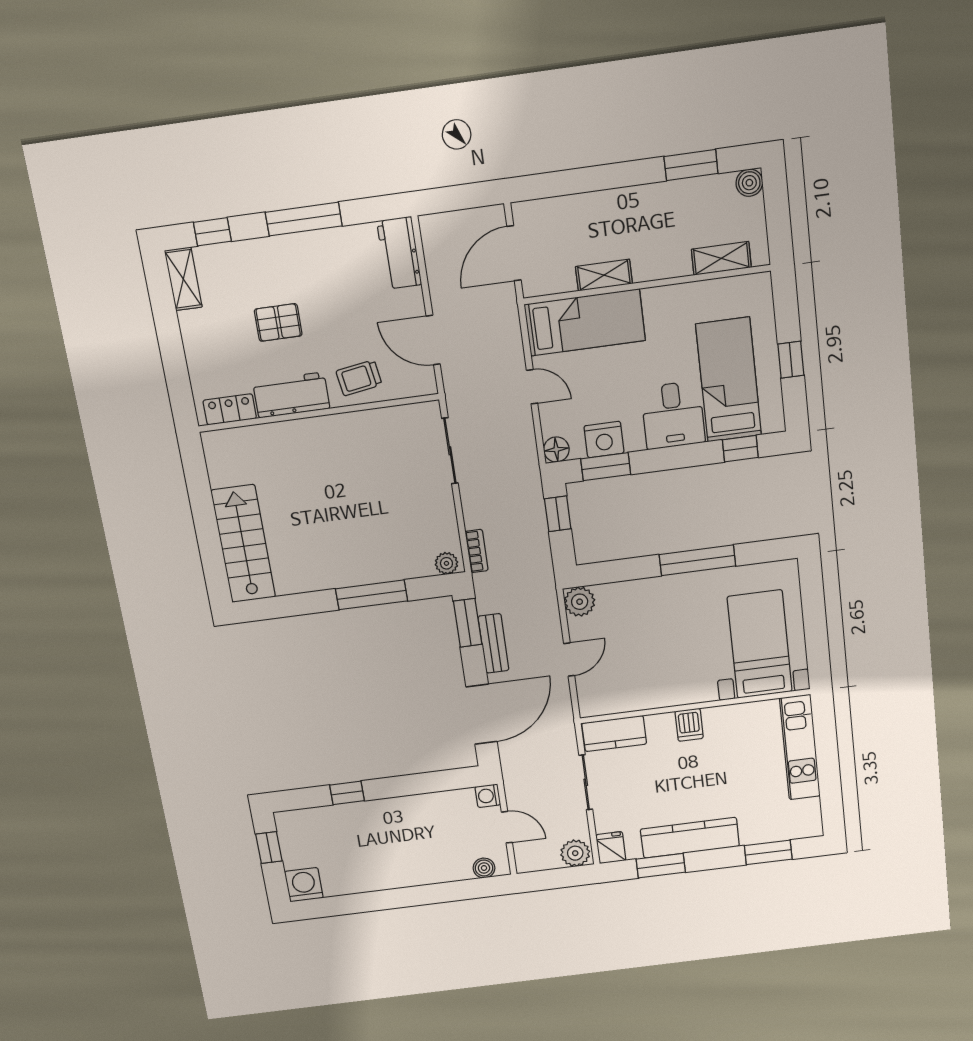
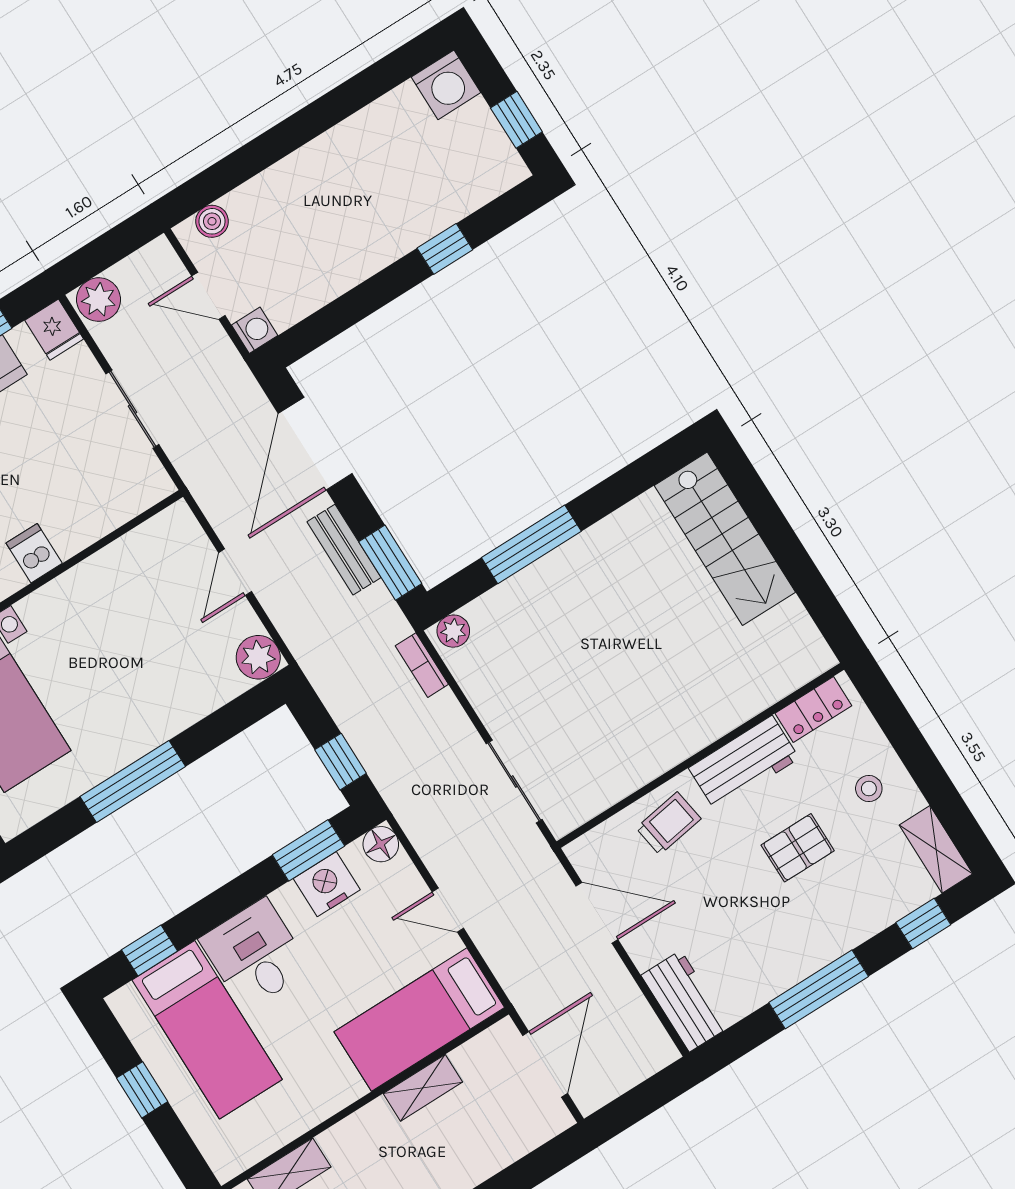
stool: (213, 341) -> (869, 788), added
kitchen counter: (614, 734) -> (127, 496), removed

